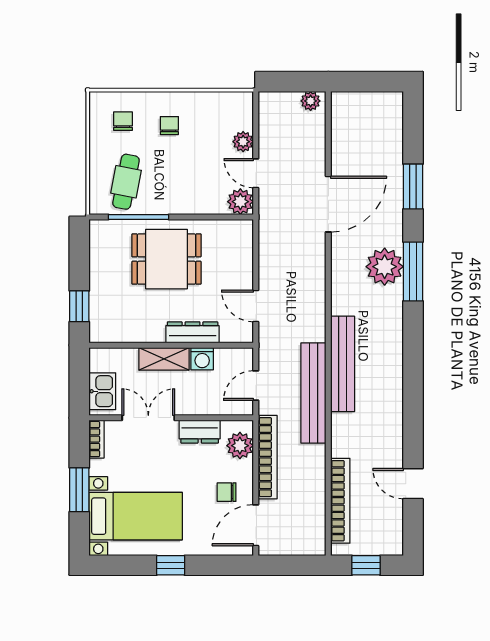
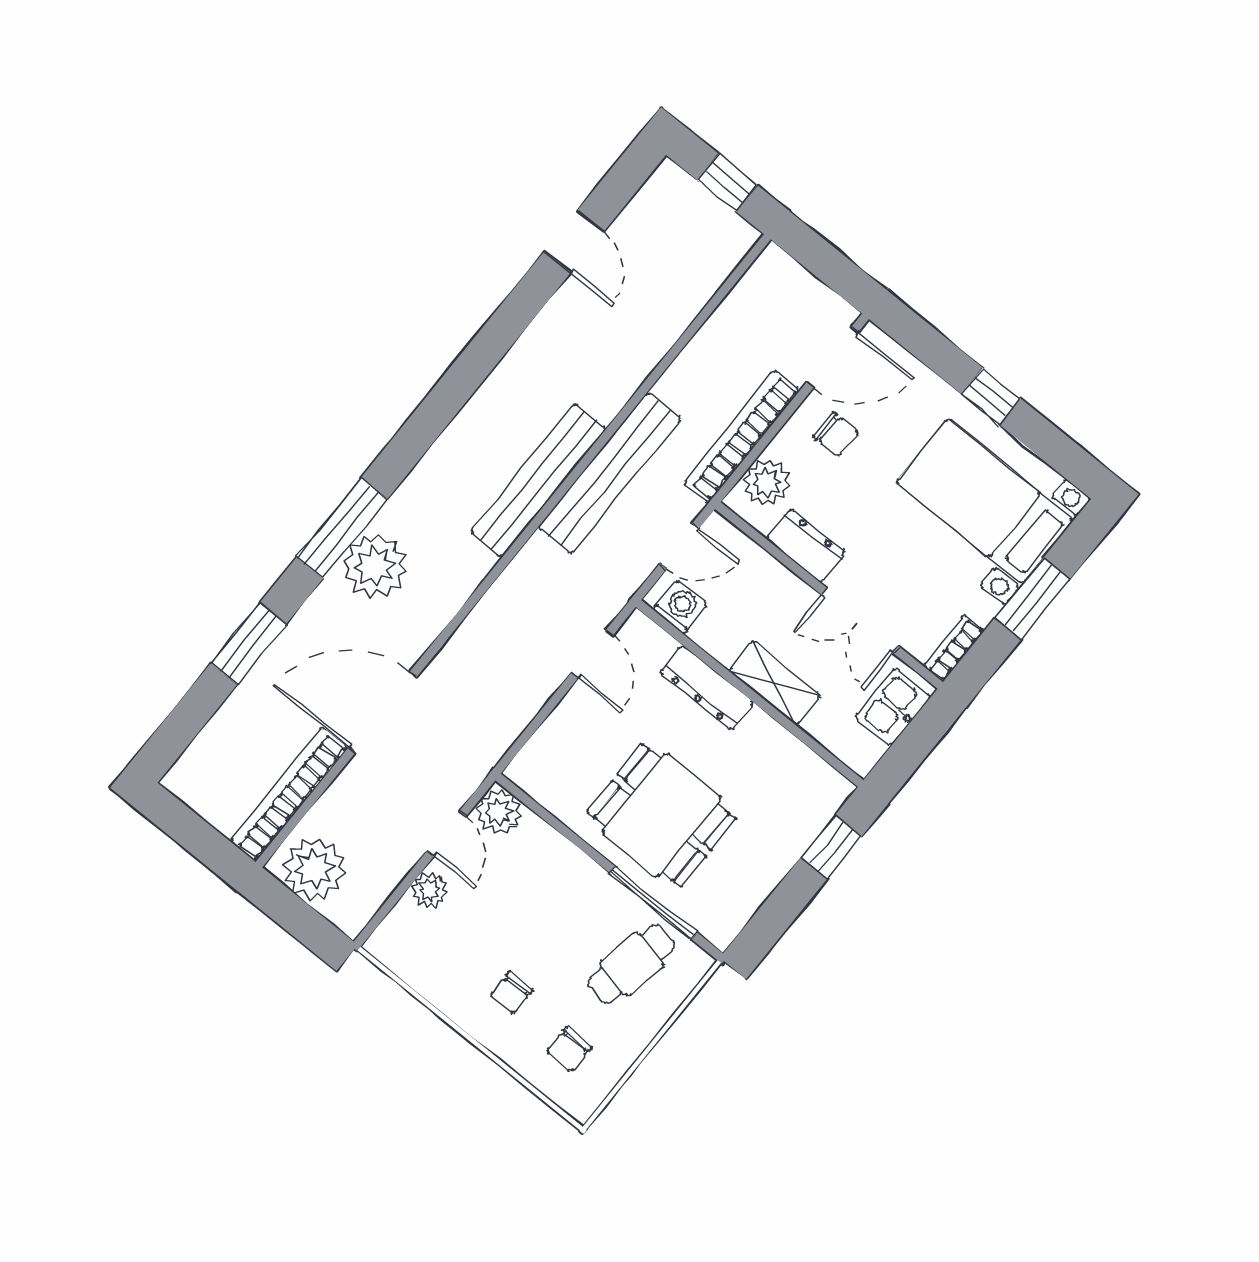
plant: (311, 101) -> (314, 869), width x1.88, depth x1.88
washing machine: (202, 359) -> (680, 607), moved
bookcase: (340, 501) -> (289, 794), moved

